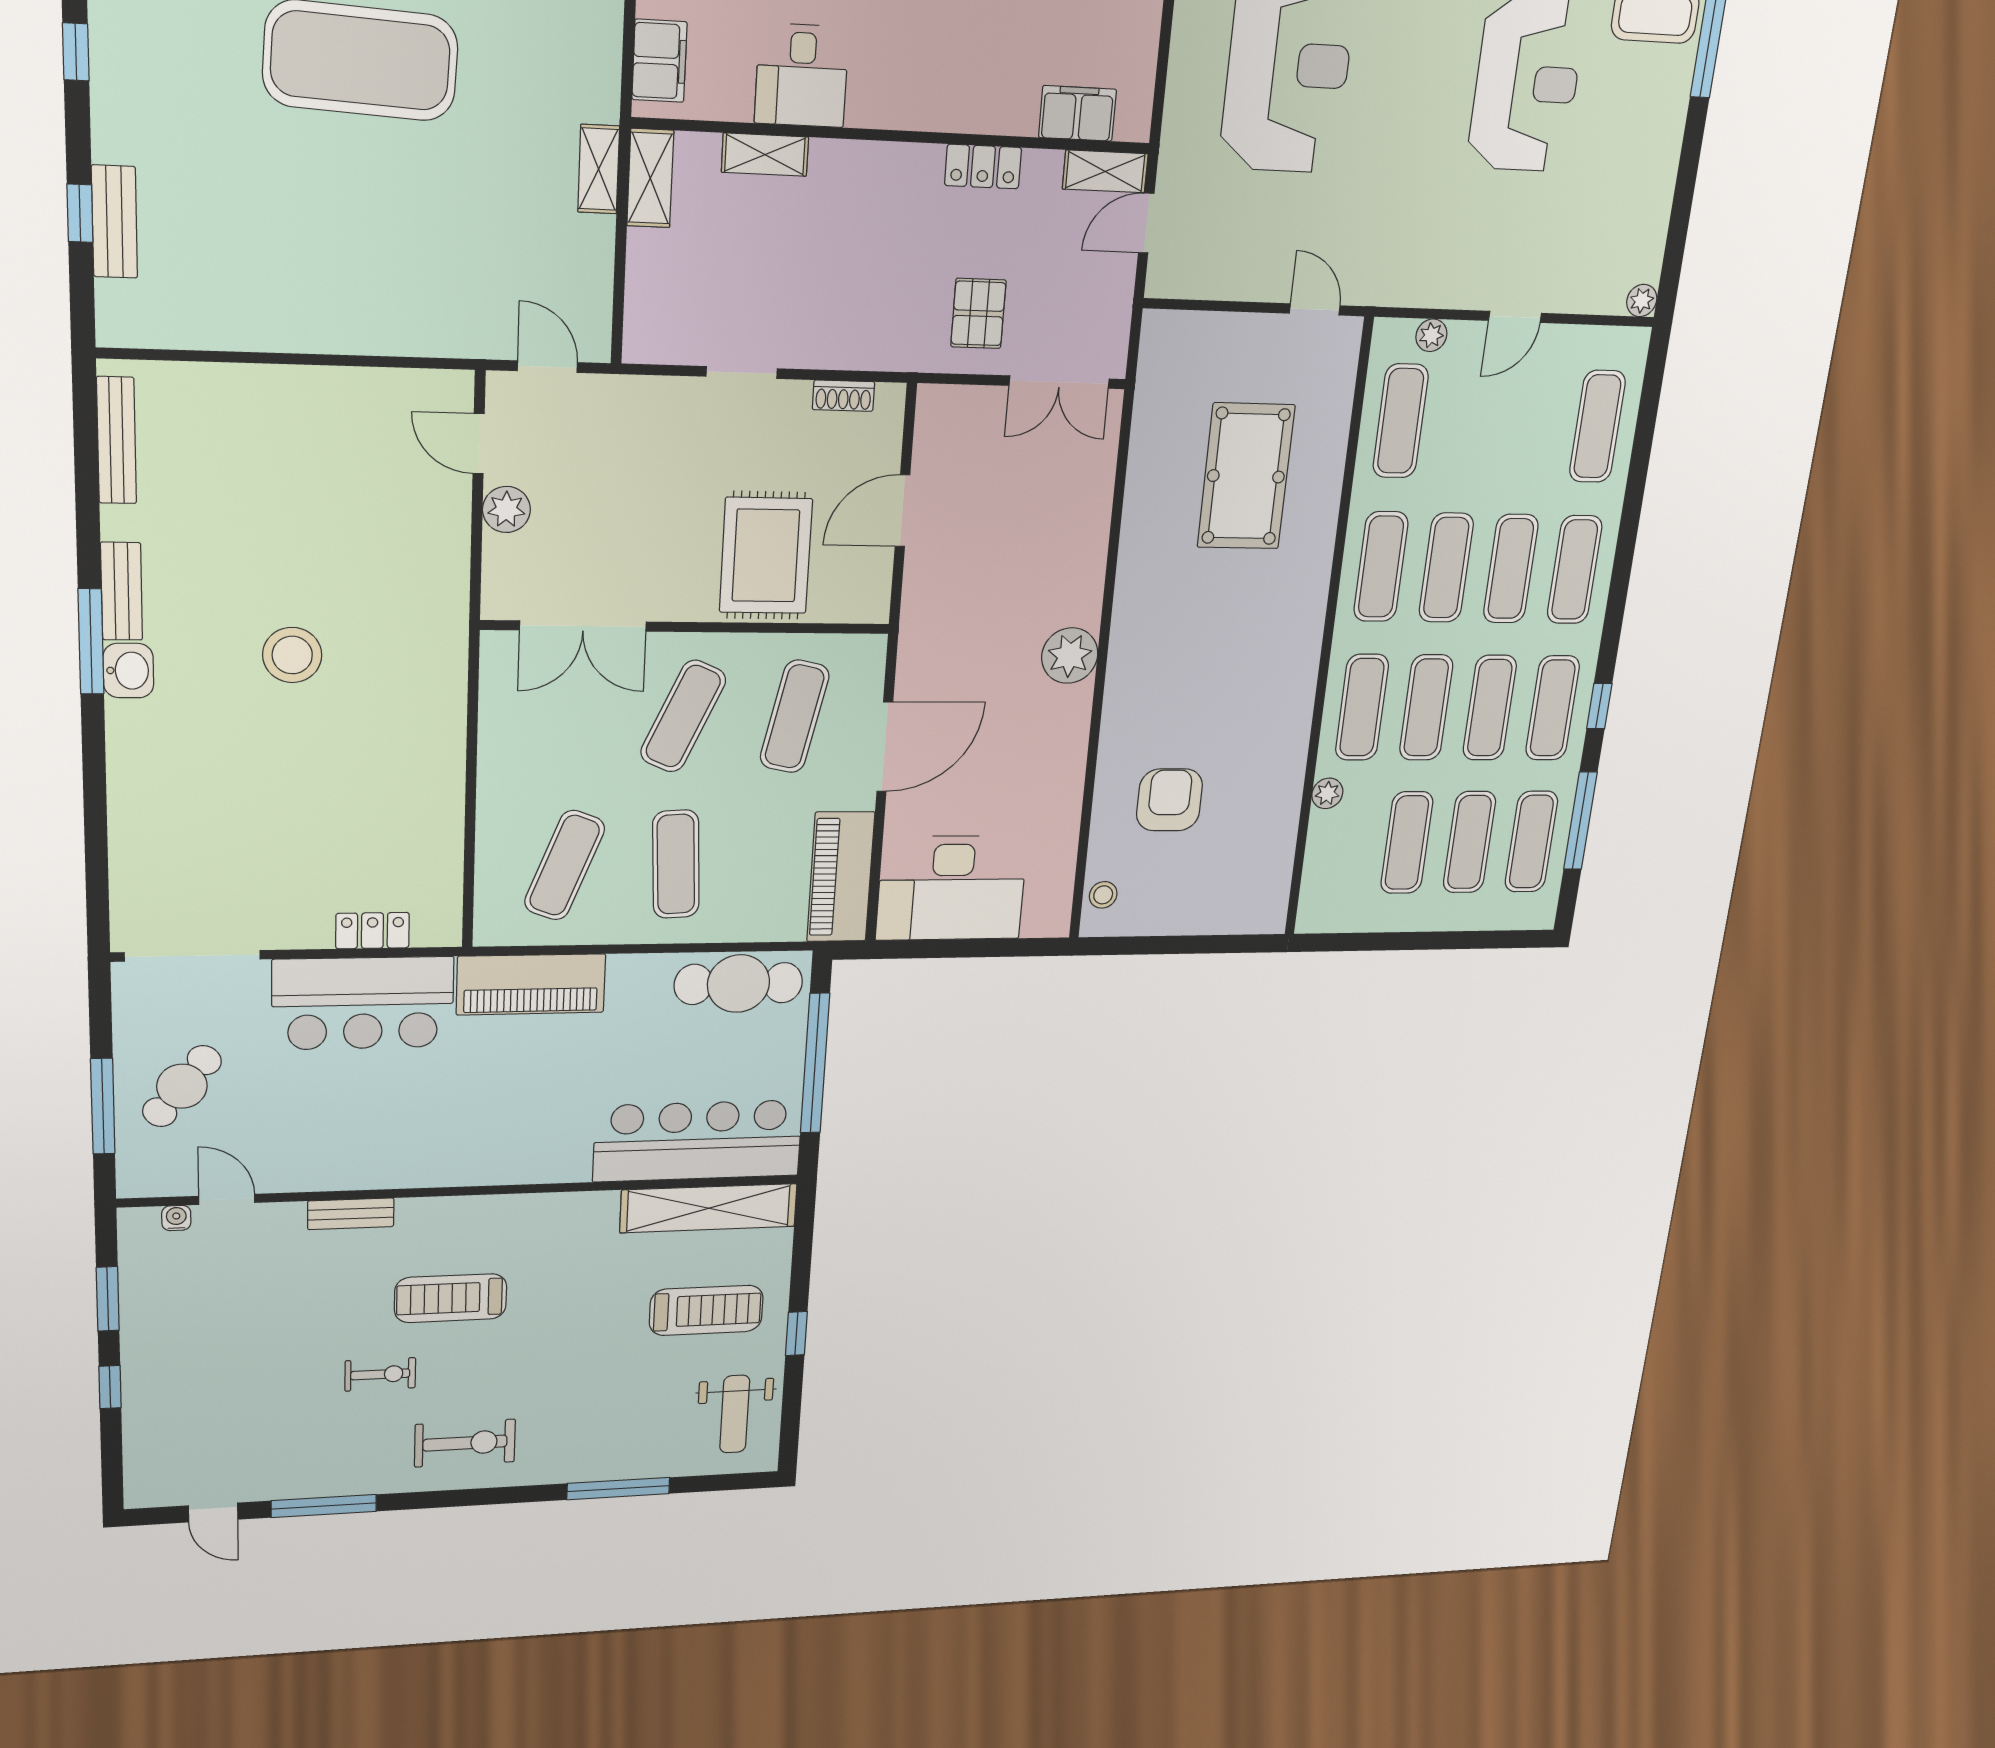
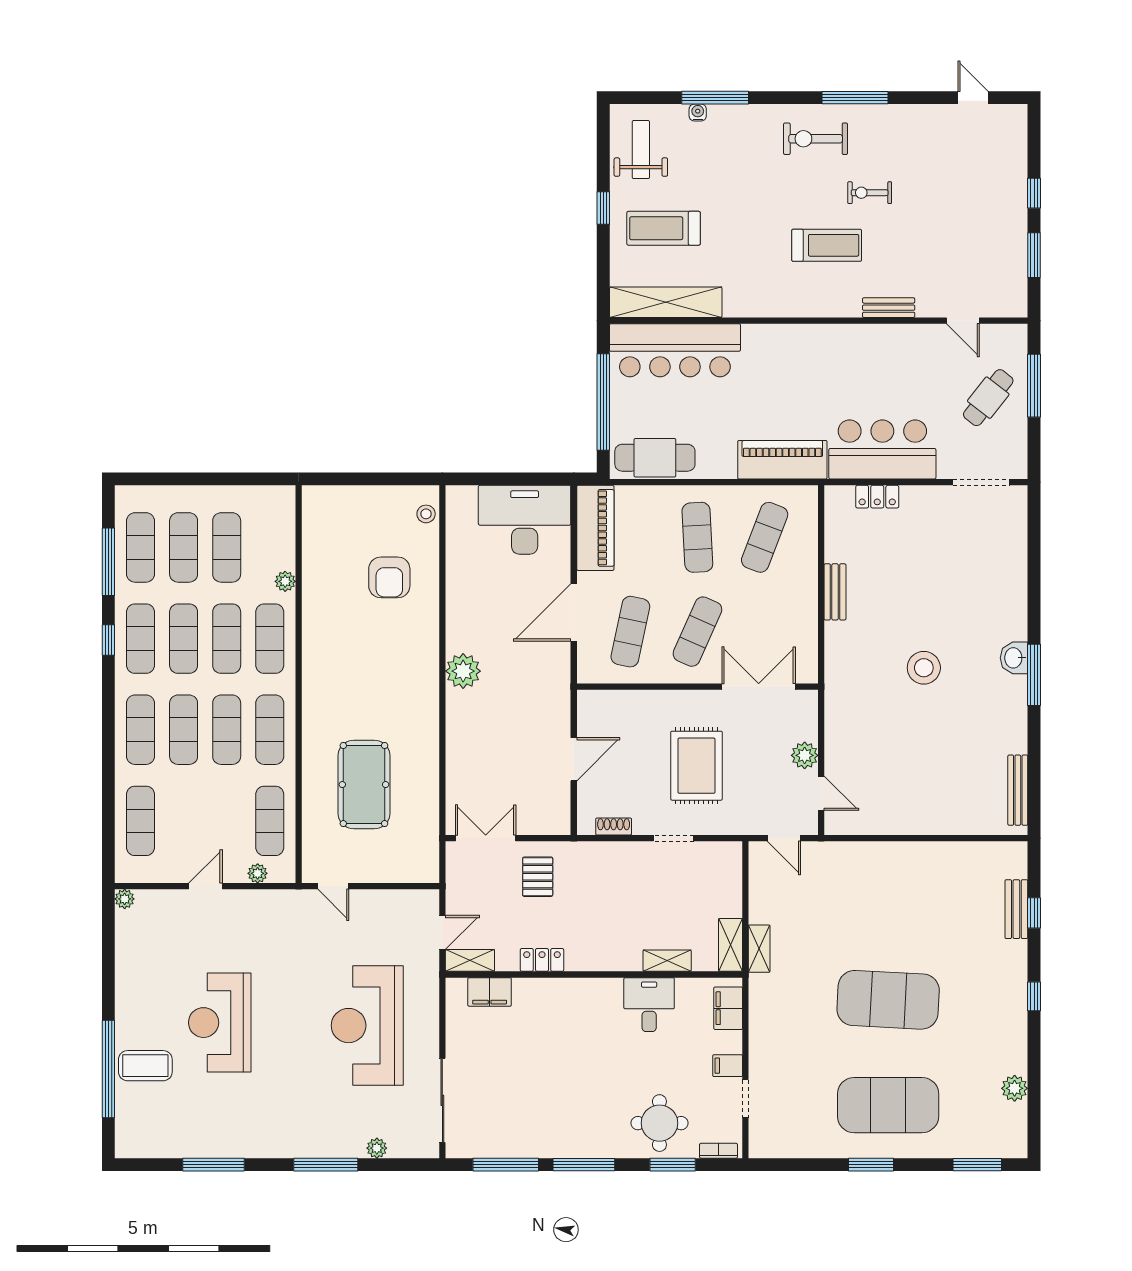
rug: (766, 556) -> (696, 766), moved
bench: (121, 591) -> (835, 592), moved
doorway: (193, 956) -> (981, 482), width x0.73
water cooler: (176, 1218) -> (698, 113), moved, turned 180
window: (324, 1506) -> (855, 98), moved

